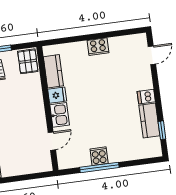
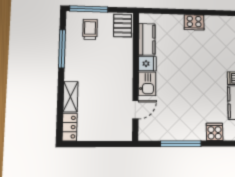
cooker: (99, 156) -> (215, 132), moved

